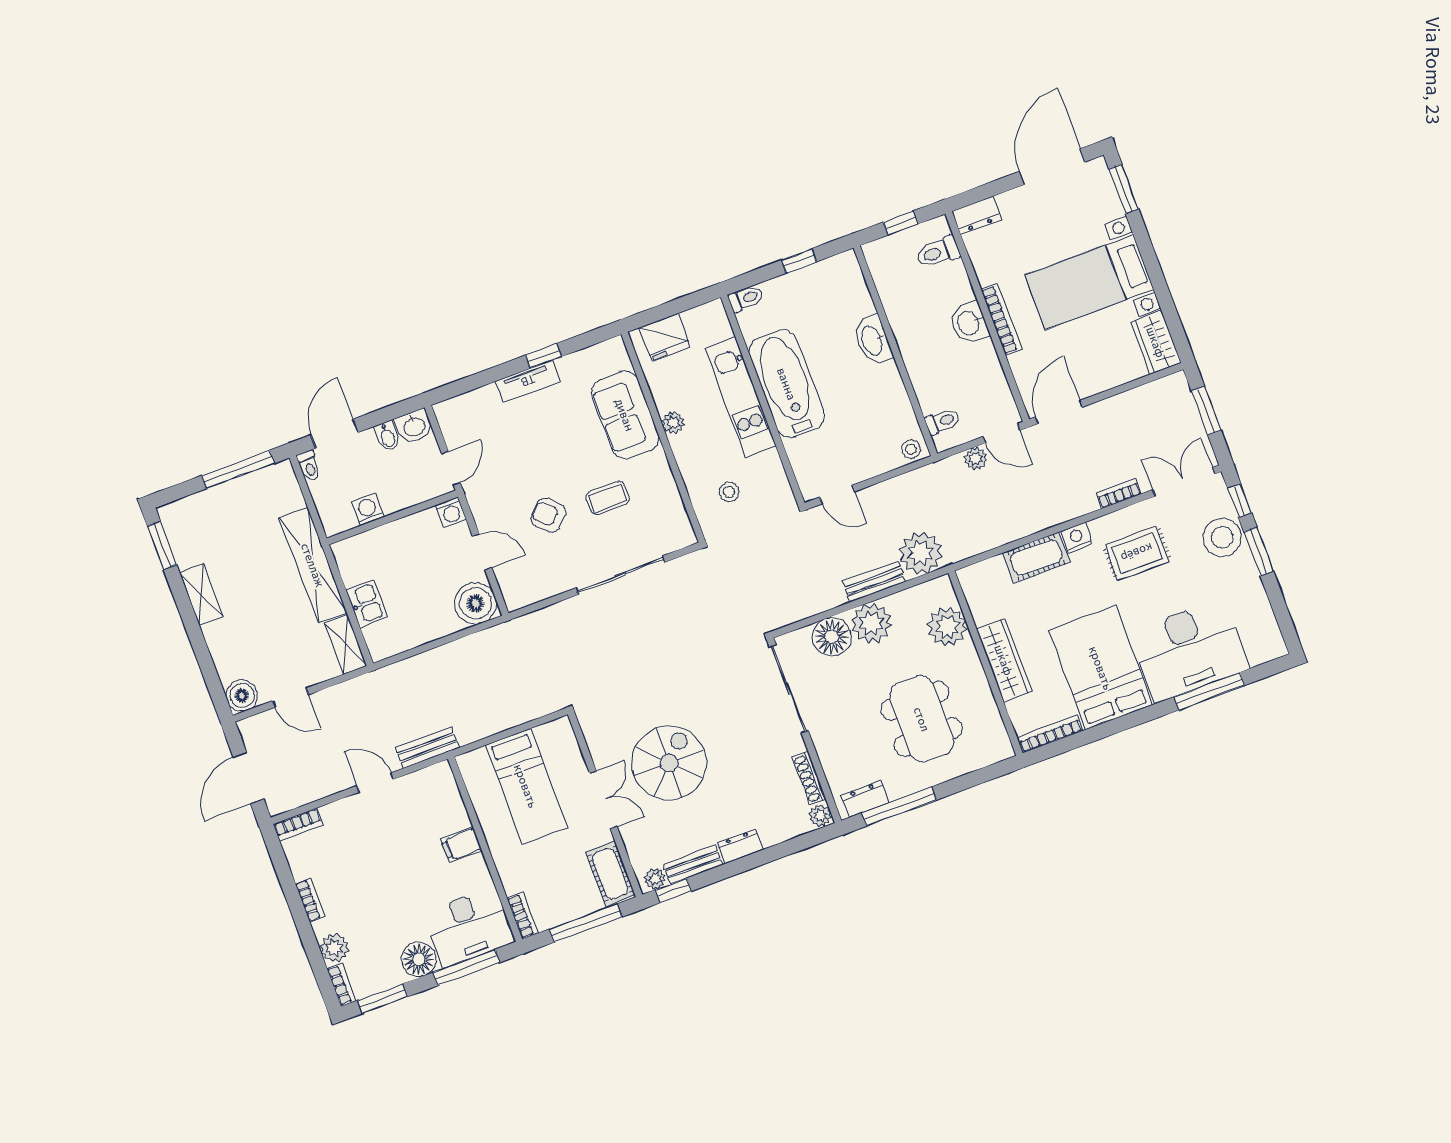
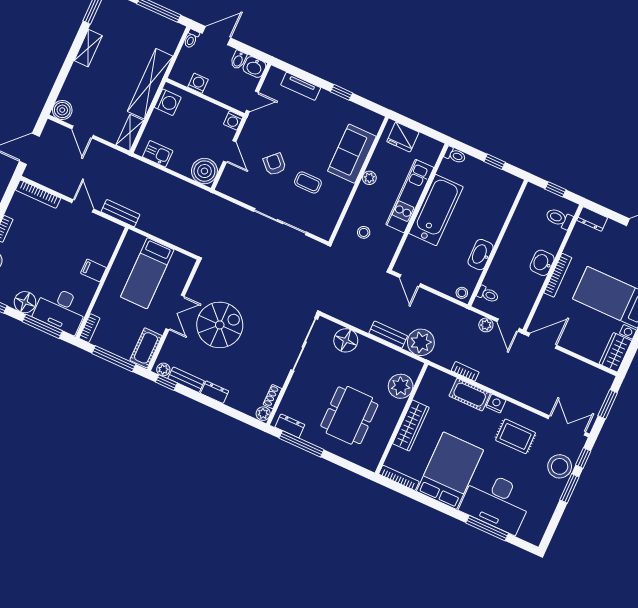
washbasin: (873, 340) -> (481, 255), moved
tv unit: (528, 381) -> (301, 86), moved
bookcase: (1119, 493) -> (465, 371), moved
washing machine: (355, 566) -> (168, 102), added
kitchen sink: (367, 604) -> (158, 154), moved, turned -90
plant: (871, 623) -> (369, 352), removed
shoe rack: (809, 778) -> (272, 397), width x0.70
bookcase: (298, 825) -> (38, 194), width x1.56

